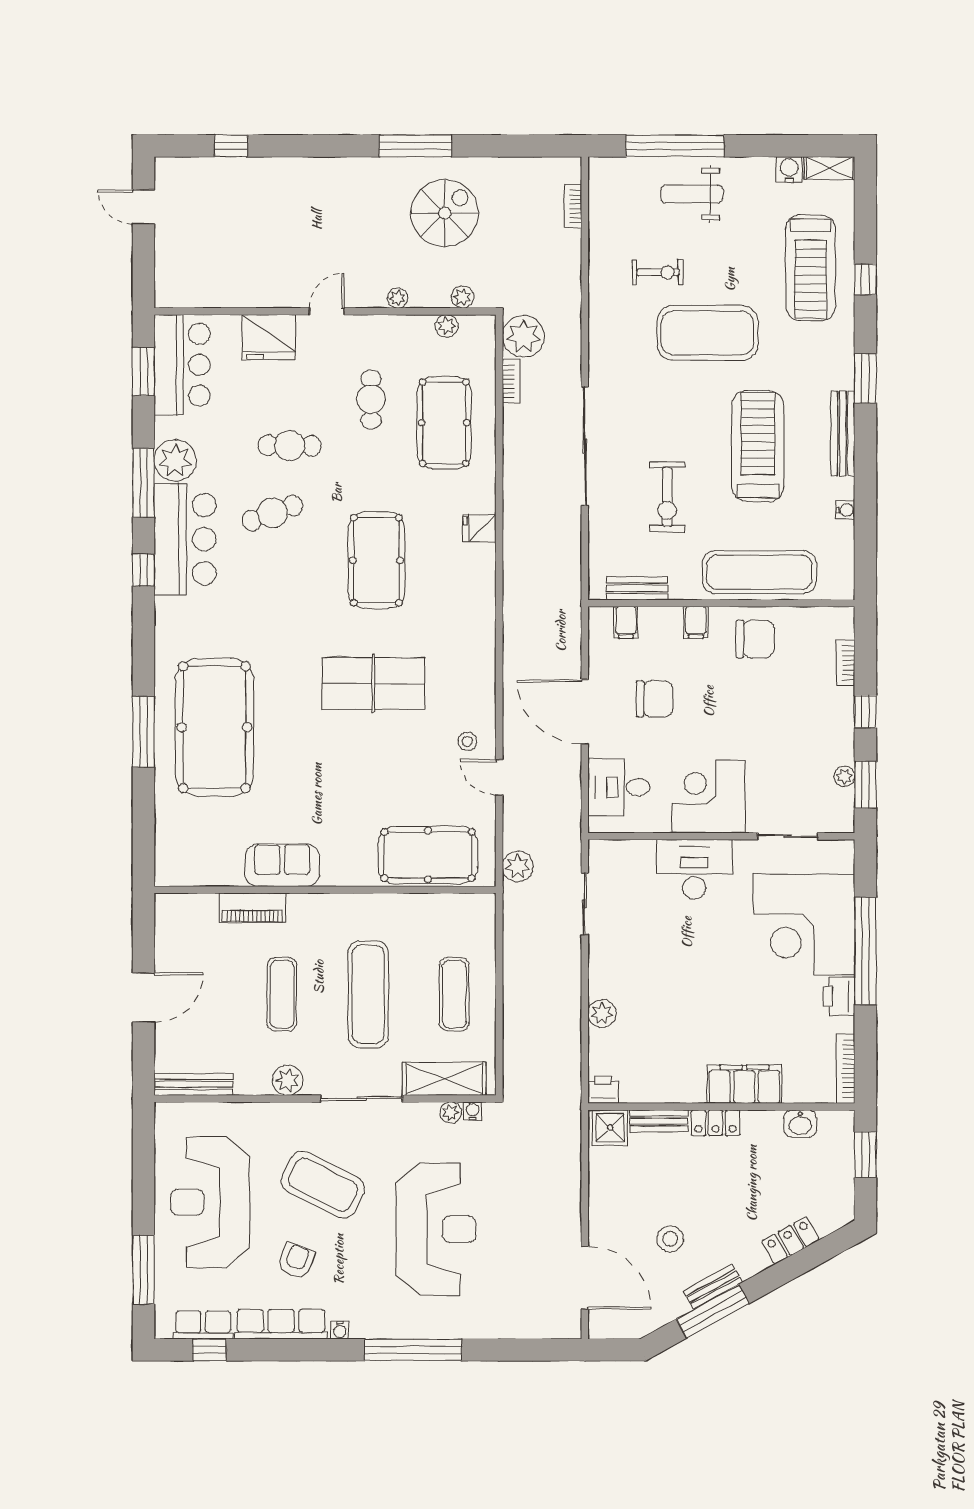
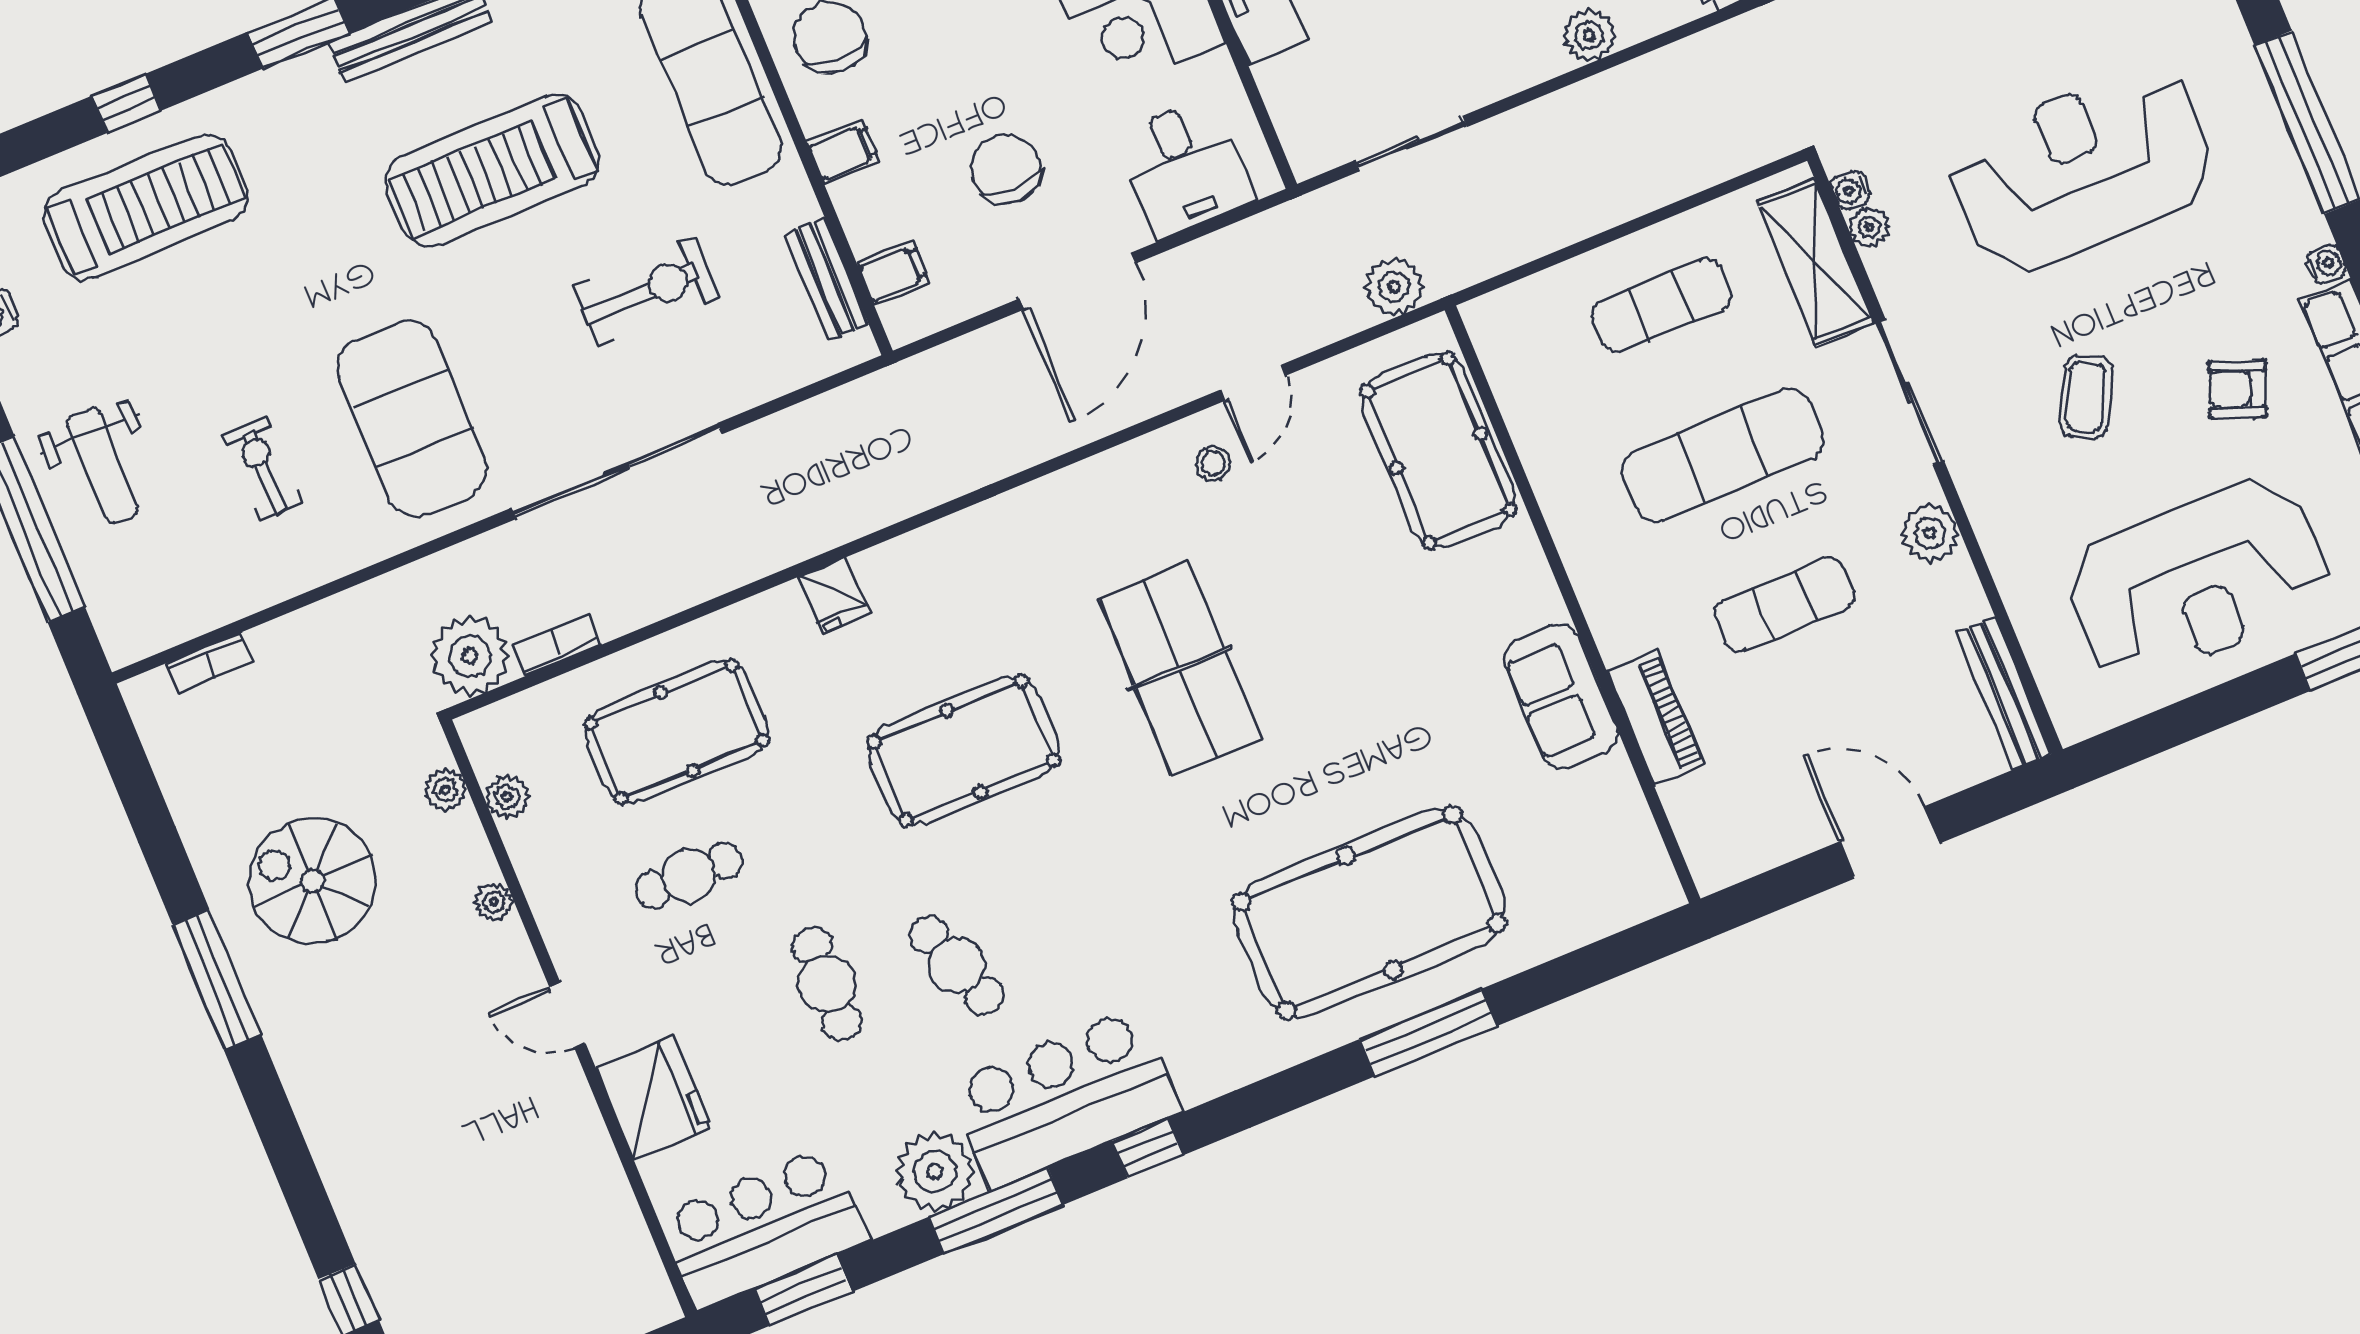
exercise mat: (707, 333) -> (412, 419), moved
coffee table: (323, 1185) -> (2086, 397), width x0.54, depth x0.58

